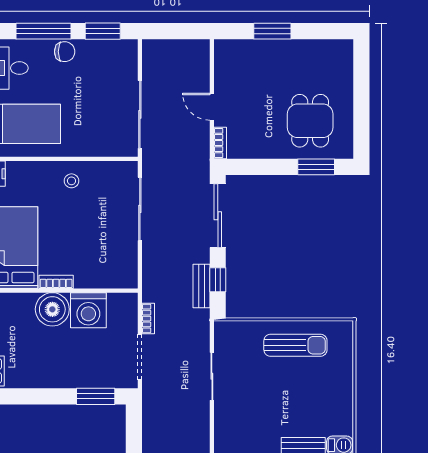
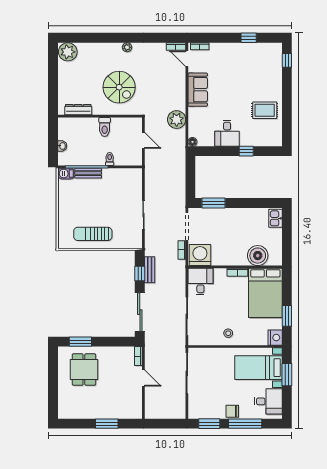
desk: (117, 266) -> (200, 282), added
boiler: (52, 309) -> (258, 256), moved
washing machine: (88, 310) -> (200, 255), moved

